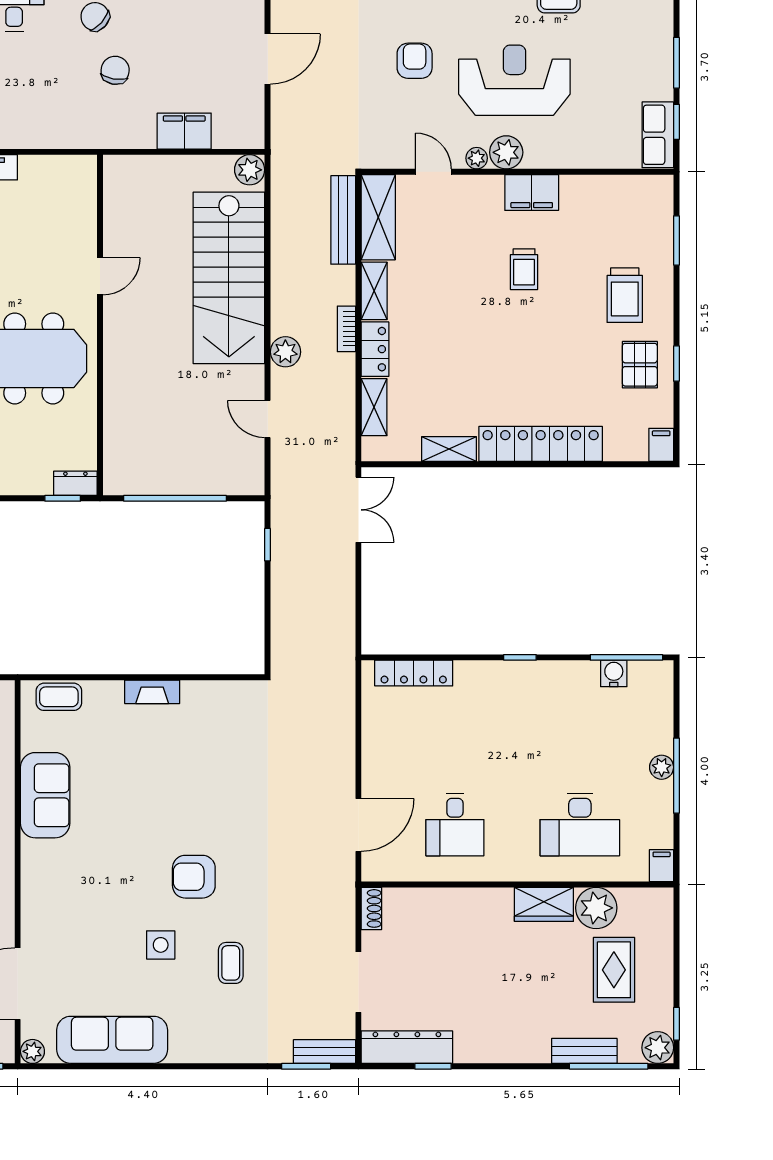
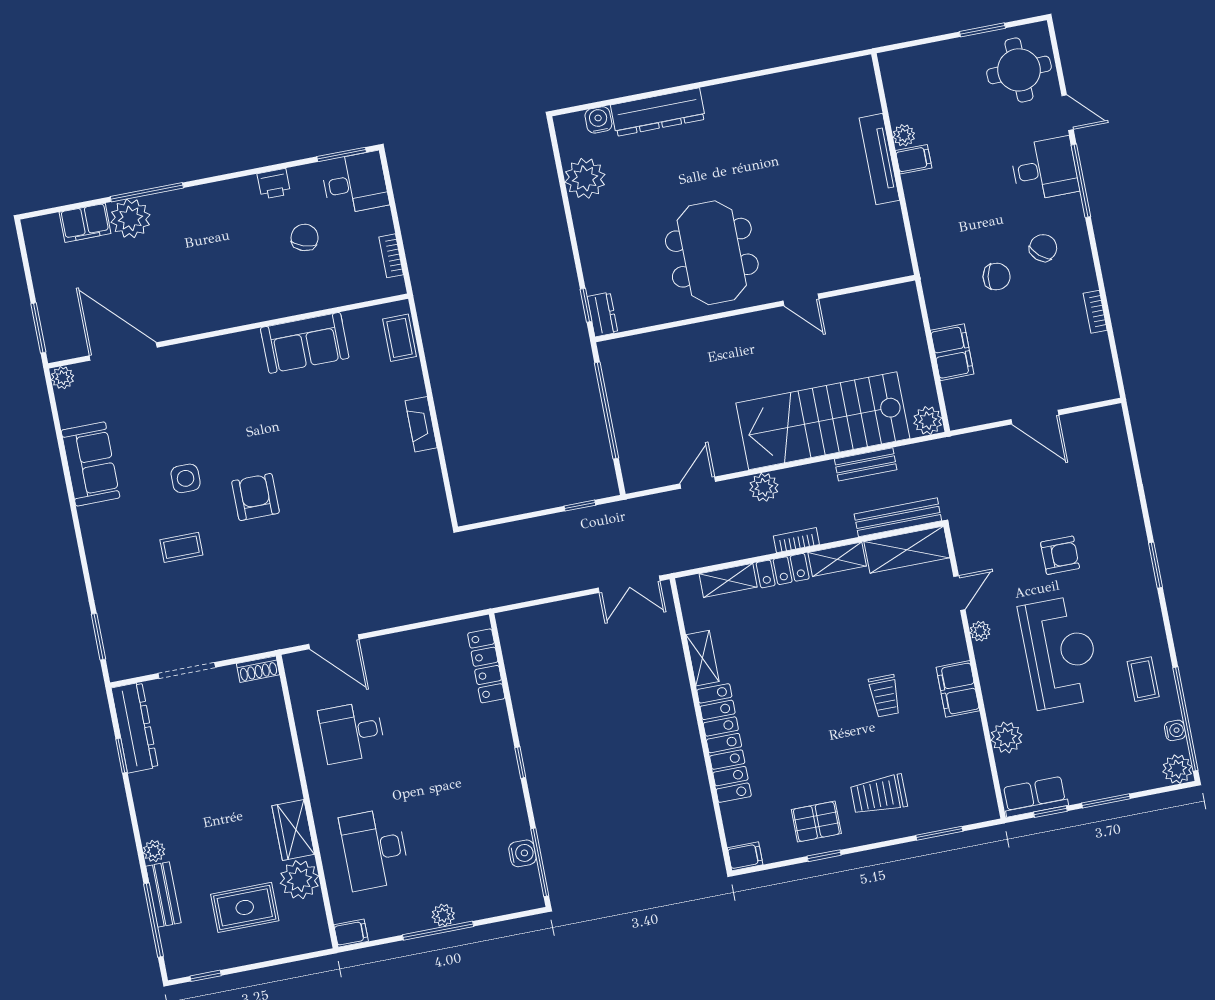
plant: (506, 152) -> (1006, 737), moved
trolley: (524, 269) -> (885, 696), turned -90
sofa: (112, 1040) -> (90, 464), width x0.73
plant: (658, 1048) -> (154, 851), moved, width x0.73, depth x0.73
bench: (324, 1052) -> (866, 464), moved, turned 90

